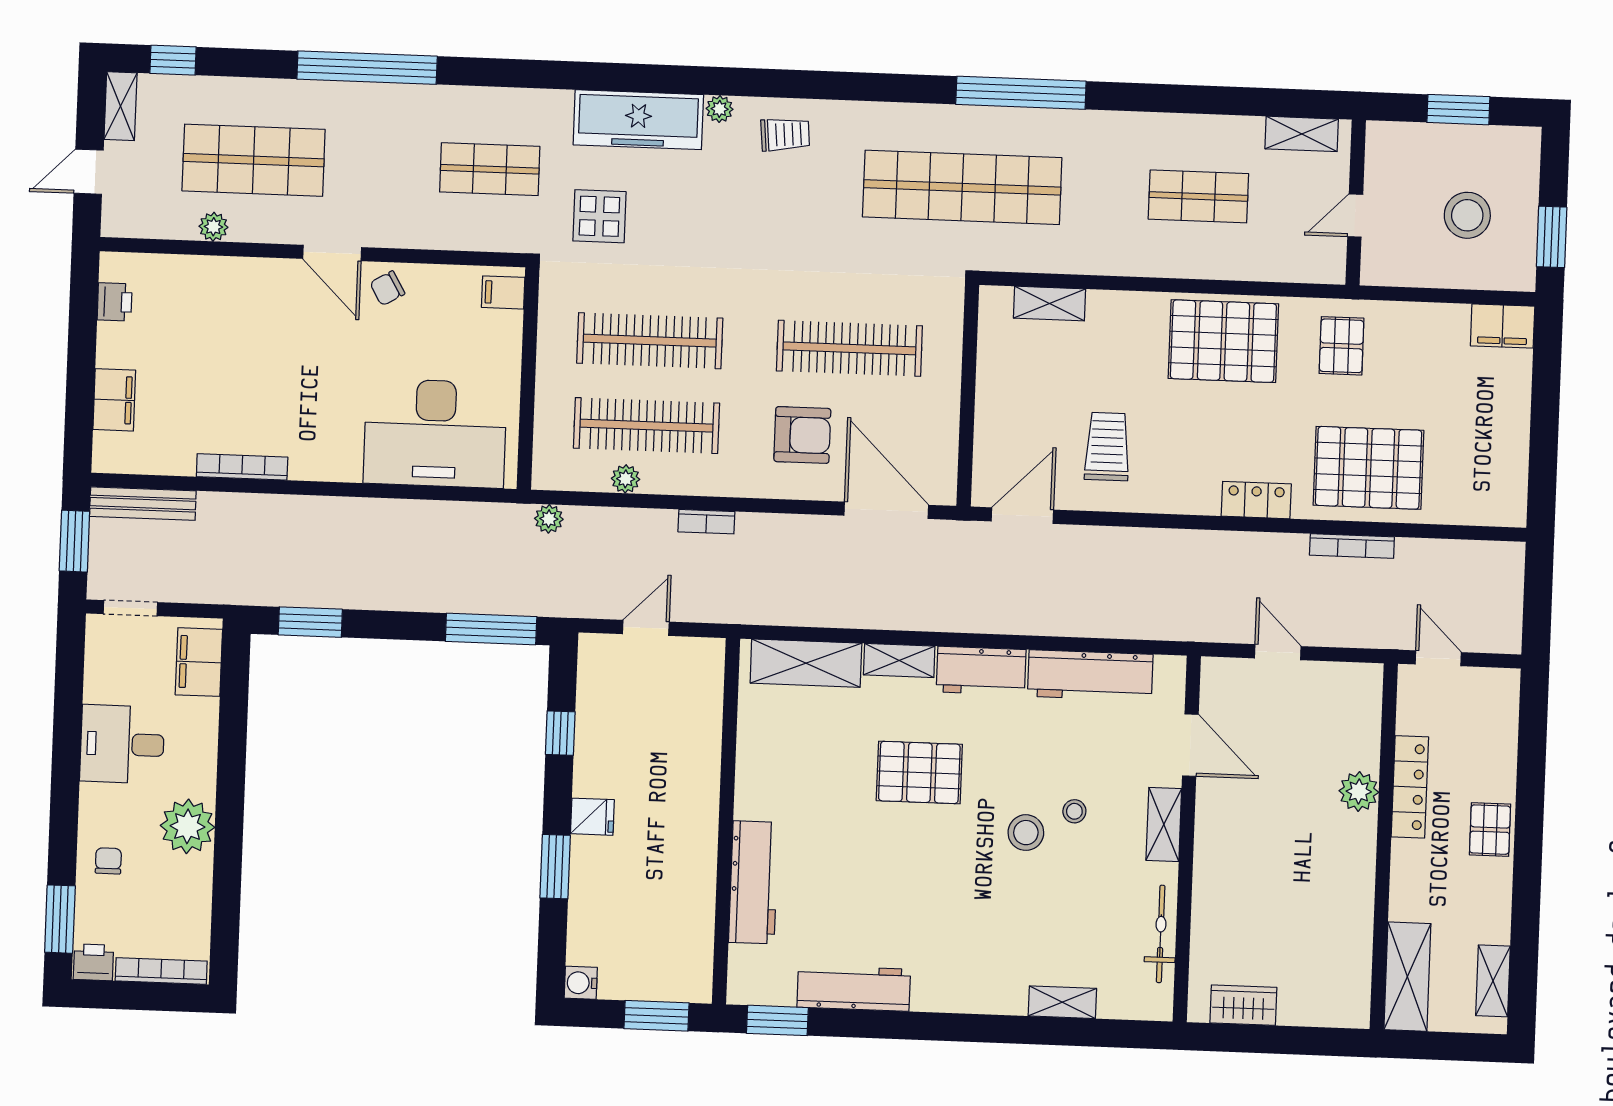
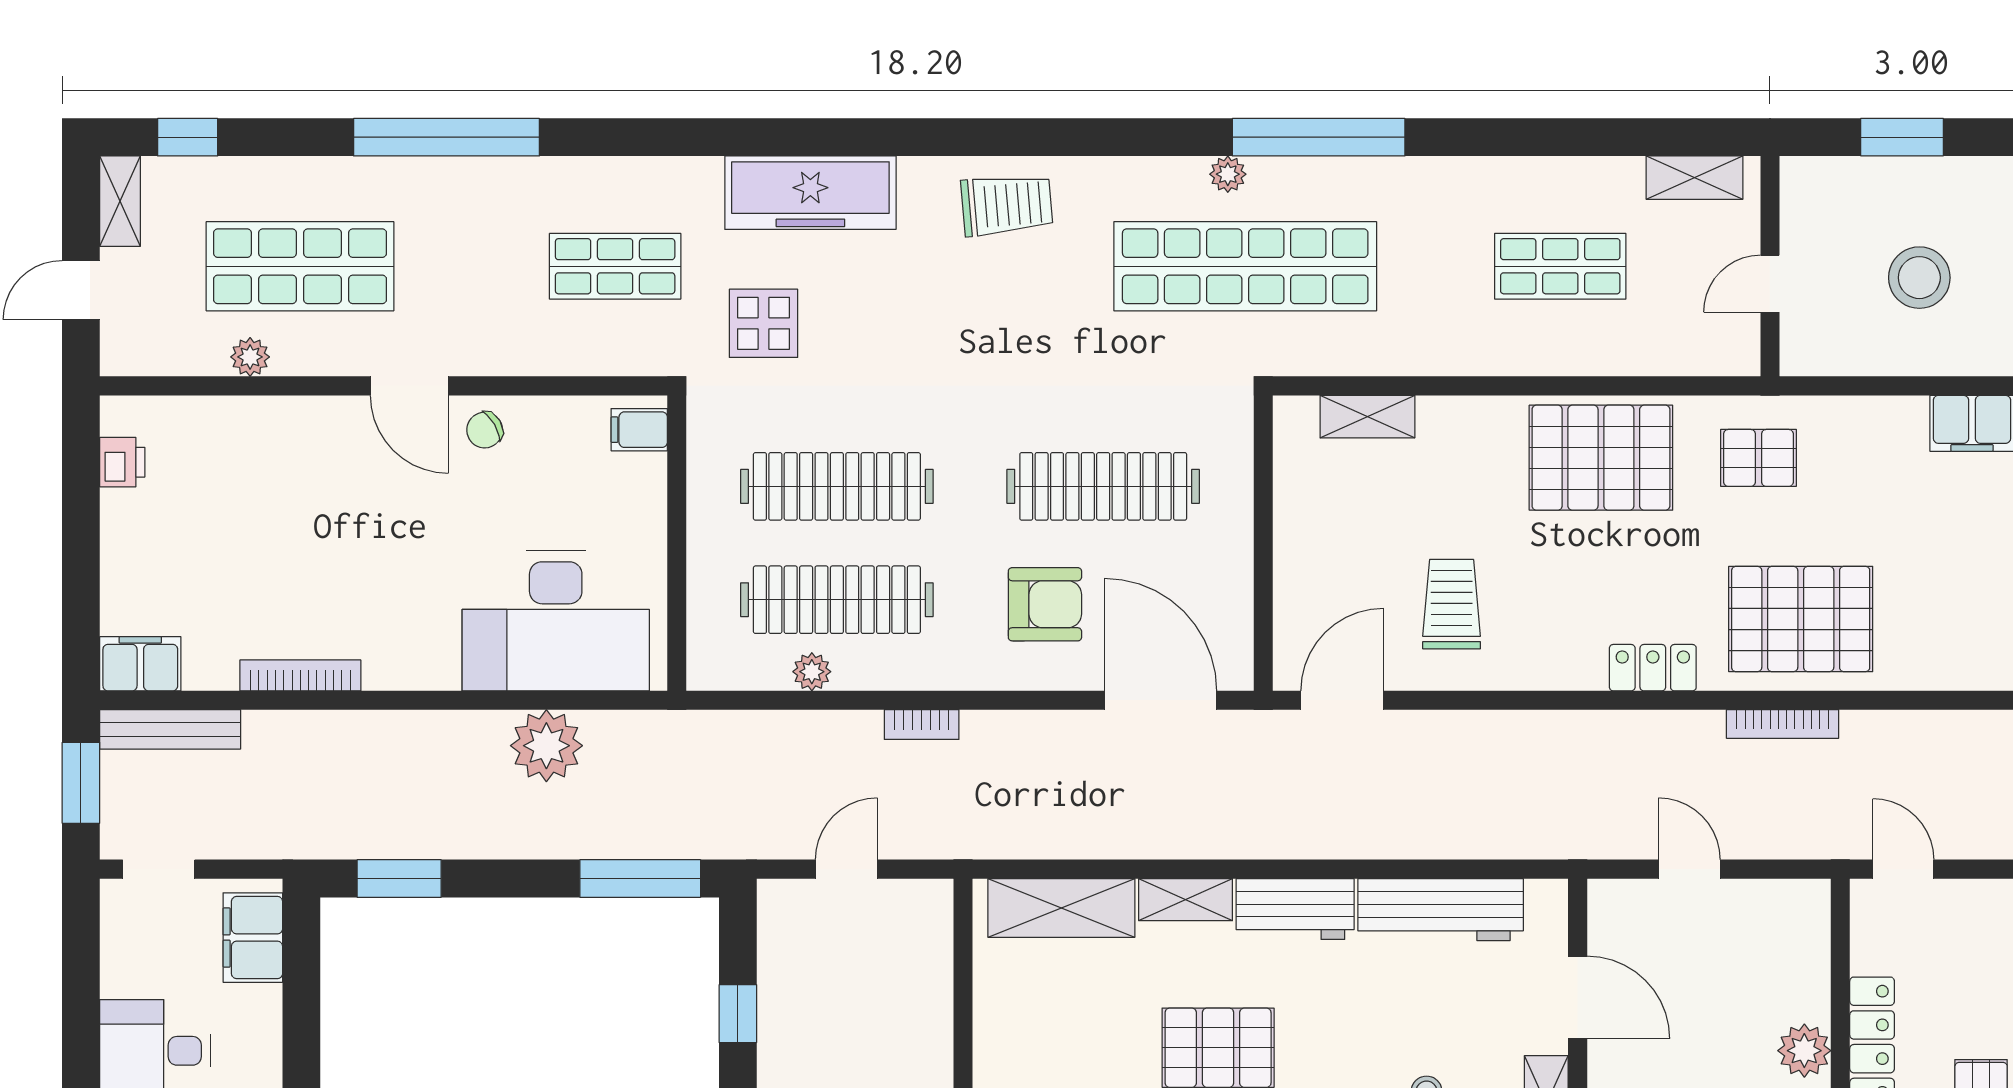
plant: (720, 109) -> (1228, 174), moved
trolley: (785, 135) -> (1007, 205), width x1.36, depth x1.39
pallet: (1342, 346) -> (1758, 458), turned 90
filing cabinet: (114, 400) -> (140, 664), moved, turned -90
plant: (549, 519) -> (546, 746), moved, width x1.88, depth x1.88

